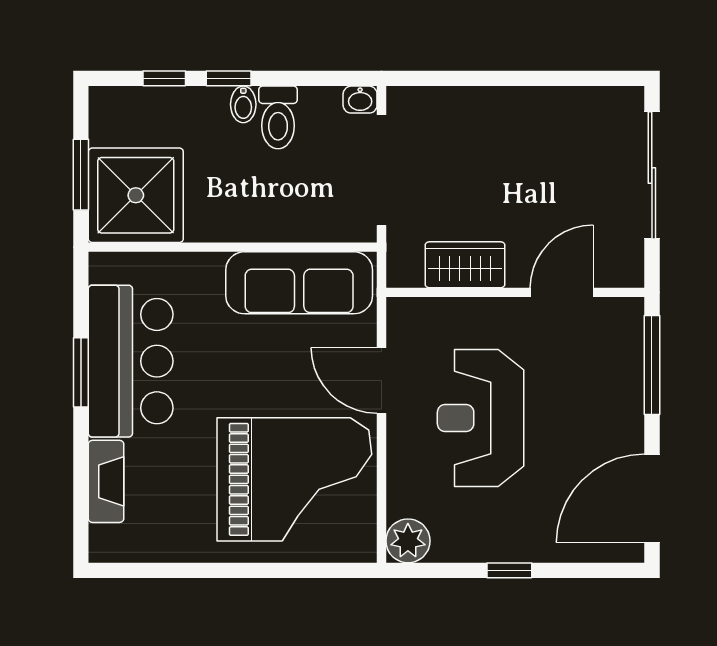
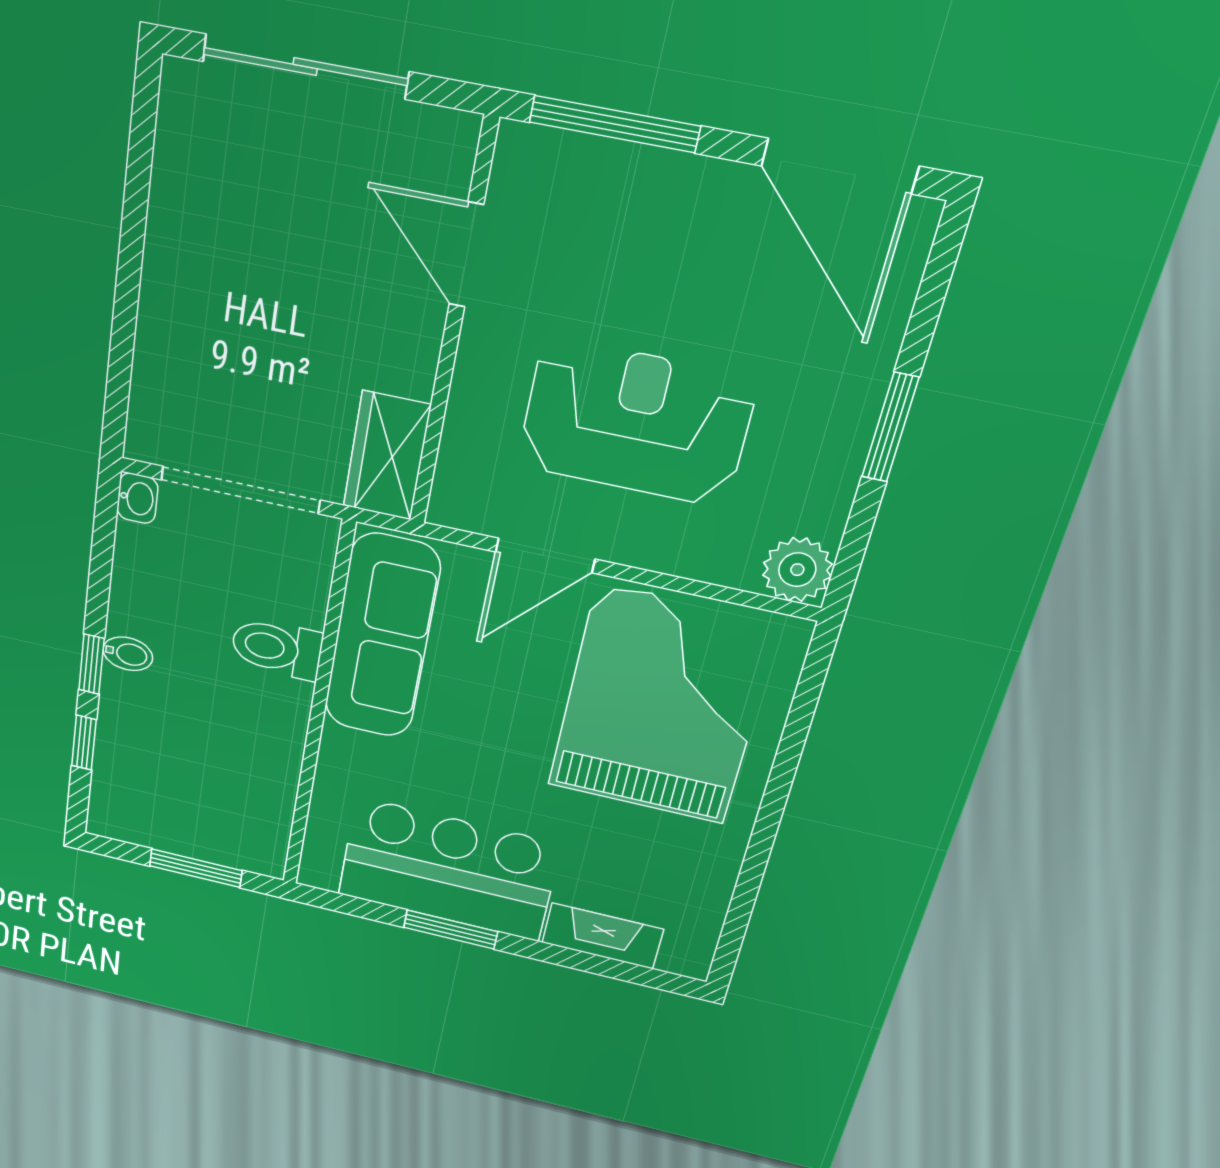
toilet: (278, 117) -> (277, 648), moved, turned 180
shower: (136, 195) -> (231, 812), removed
wardrobe: (465, 265) -> (387, 456), moved
reception desk: (481, 418) -> (636, 422), turned 180
window: (509, 570) -> (890, 427), width x1.50

